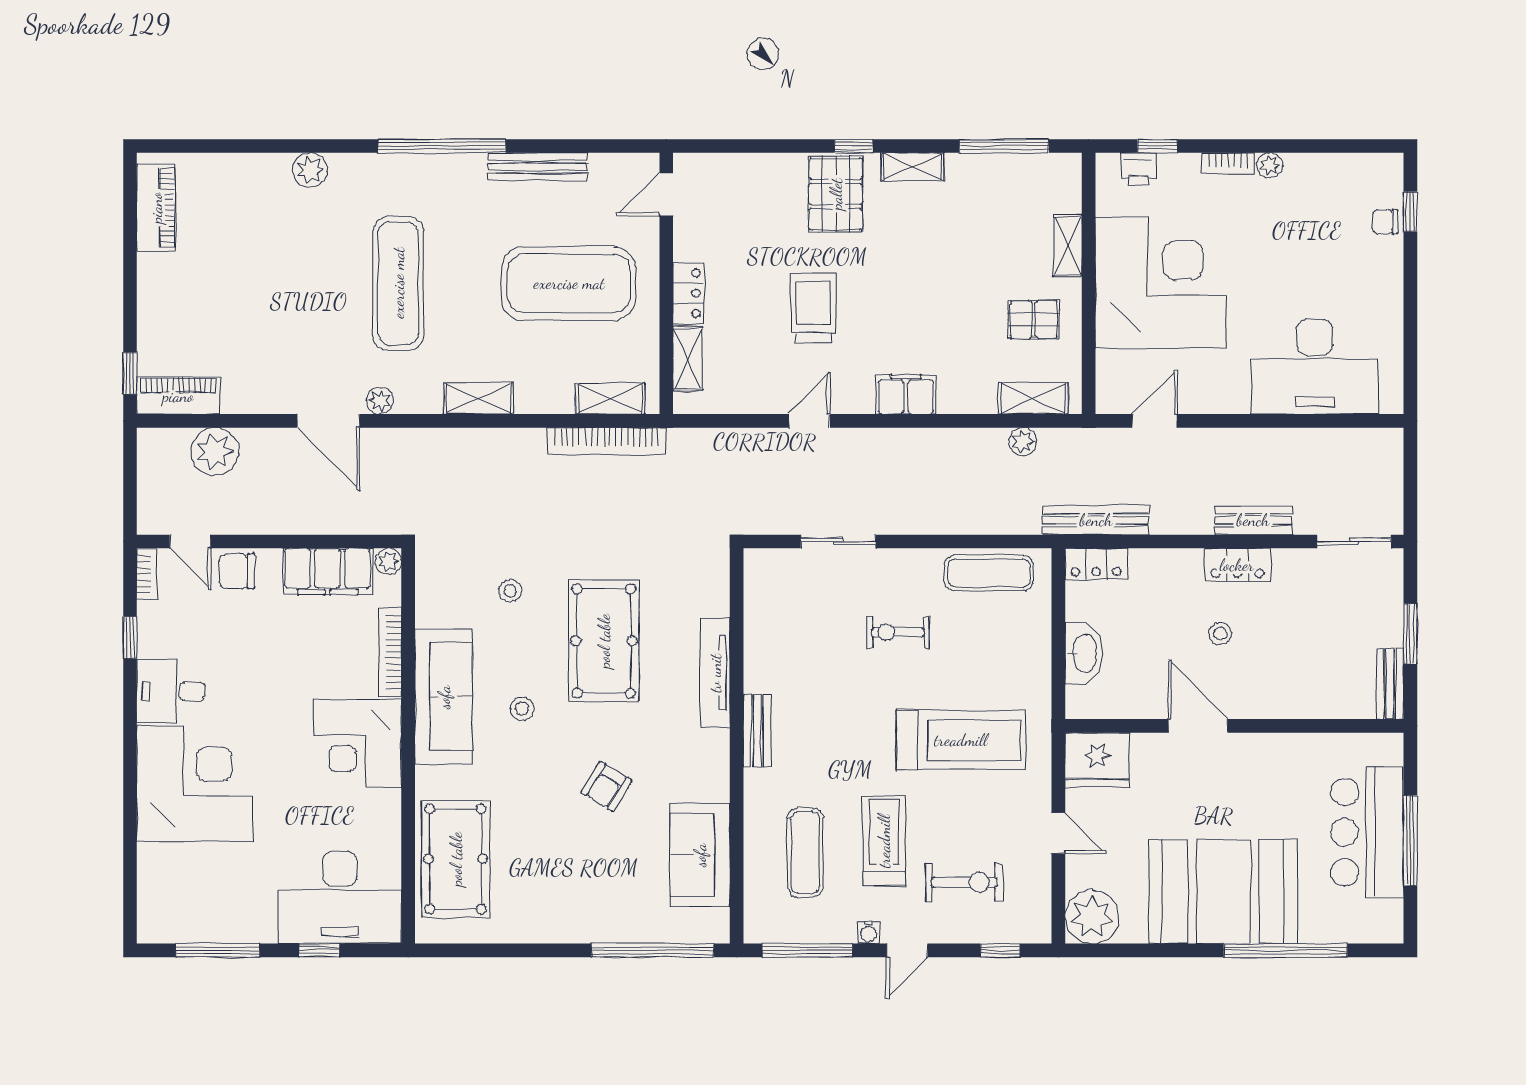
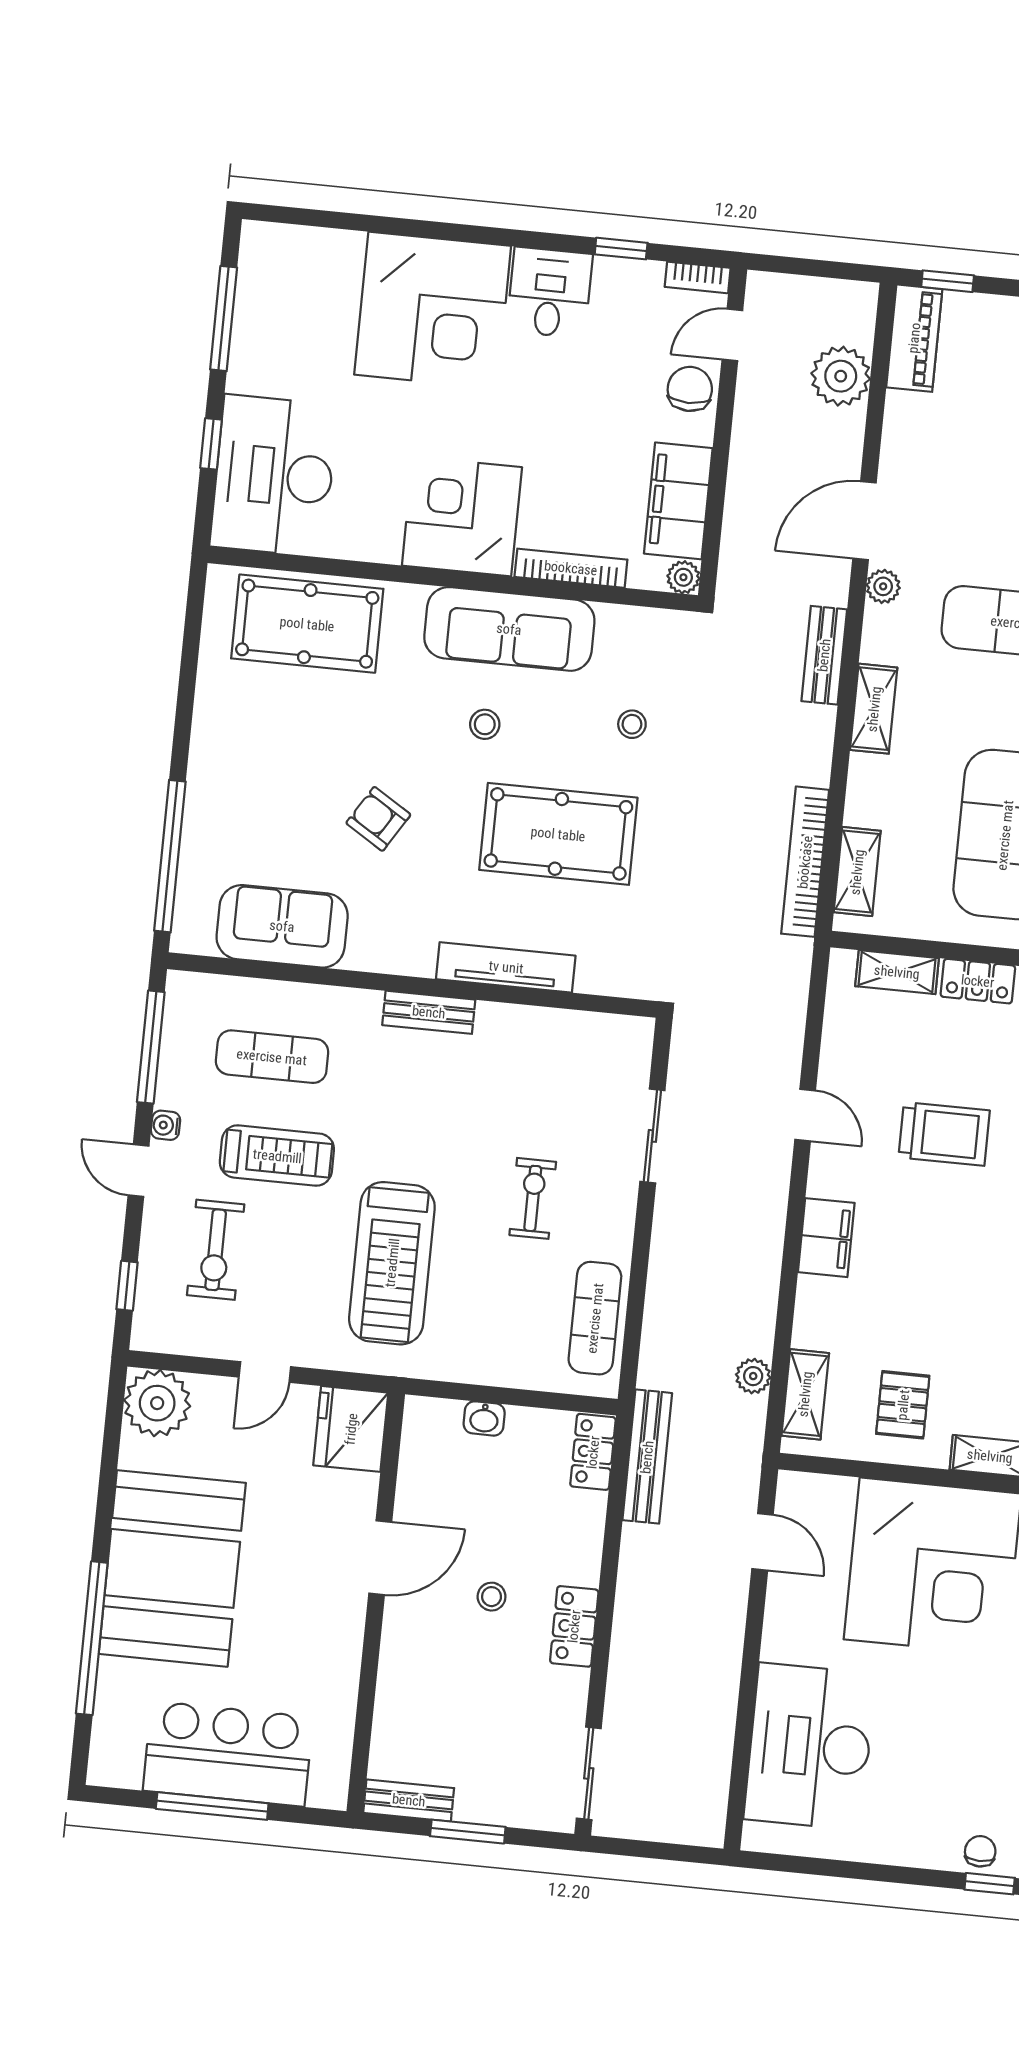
bench: (1253, 520) -> (824, 655), moved
washbasin: (1084, 654) -> (484, 1418), width x0.52, depth x0.69

